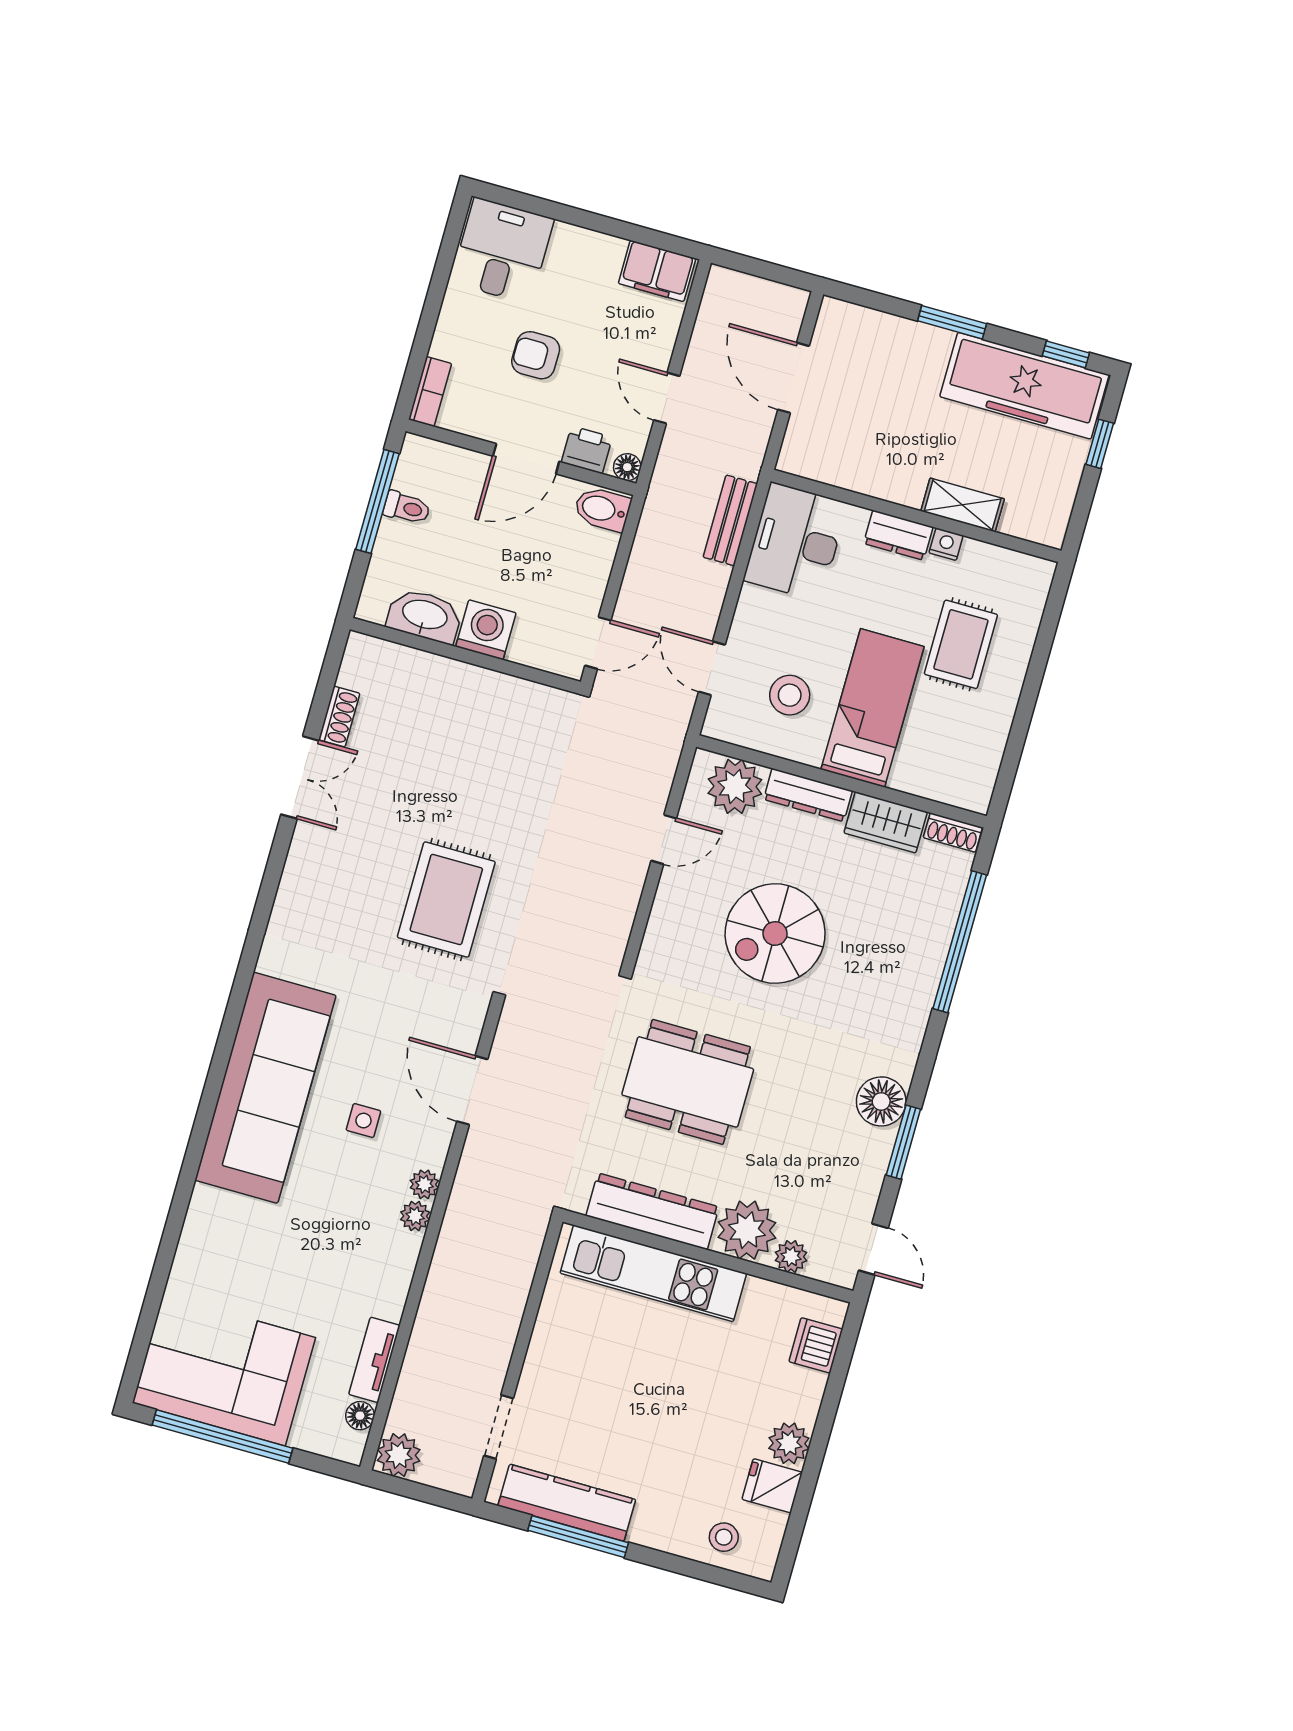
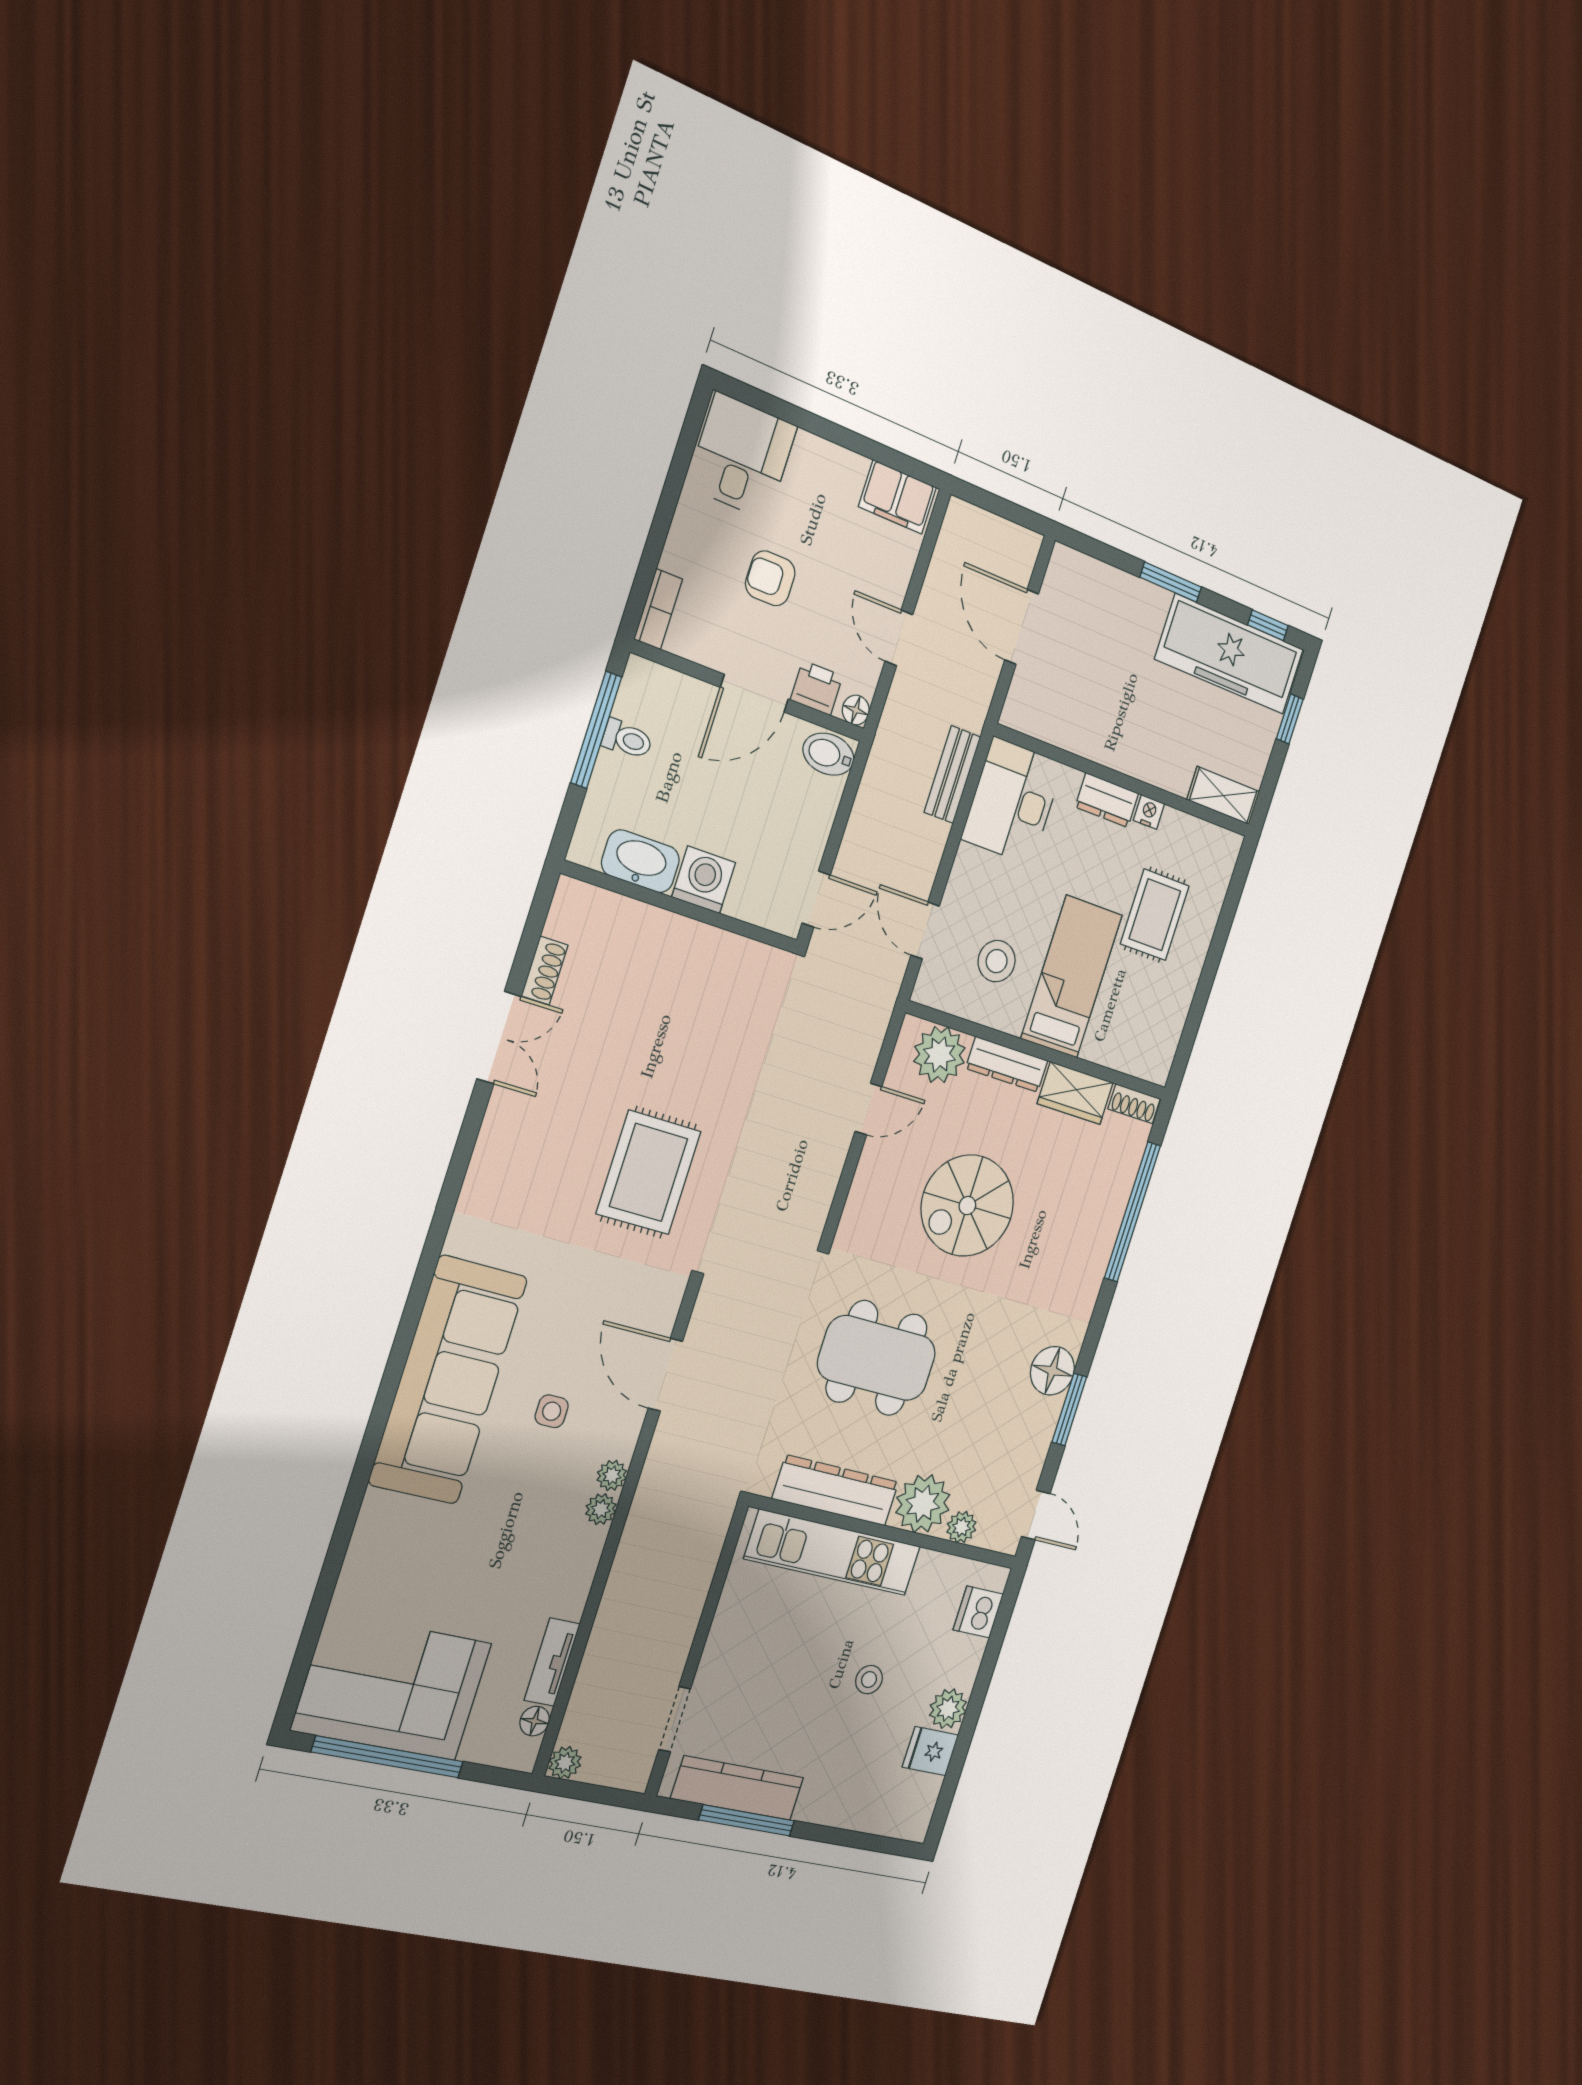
shelving: (963, 505) -> (1223, 796), moved
plant: (399, 1455) -> (565, 1763), width x0.73, depth x0.73
stool: (724, 1537) -> (869, 1680), moved

